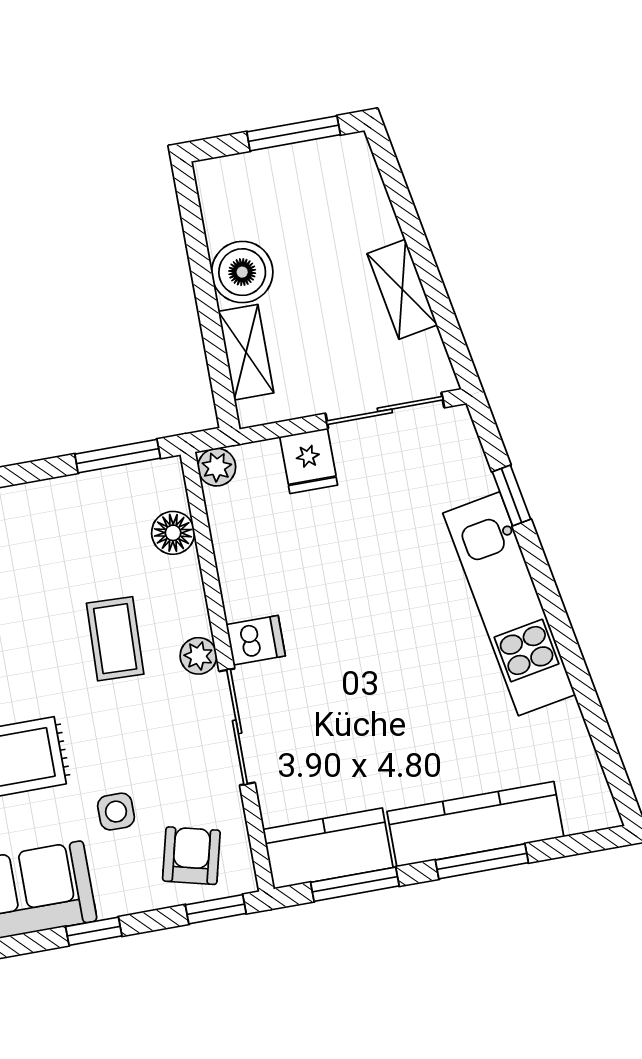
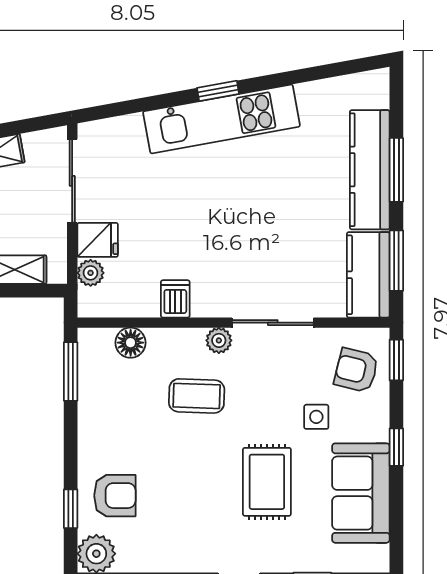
plant: (217, 467) -> (91, 273), moved
window: (511, 496) -> (218, 91), moved
dishwasher: (256, 640) -> (175, 299), moved

